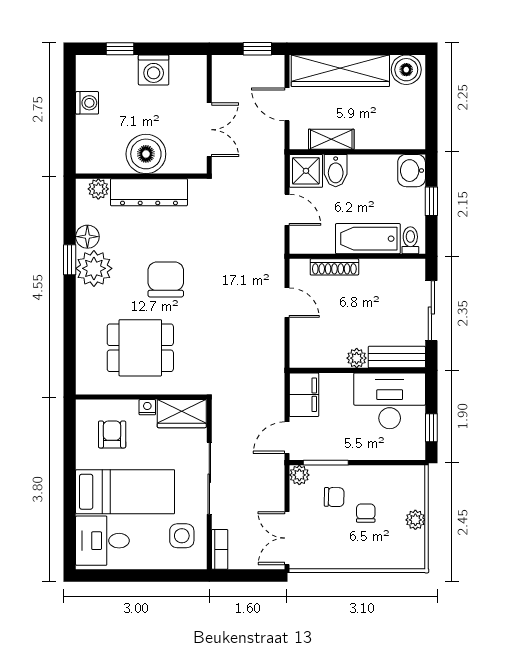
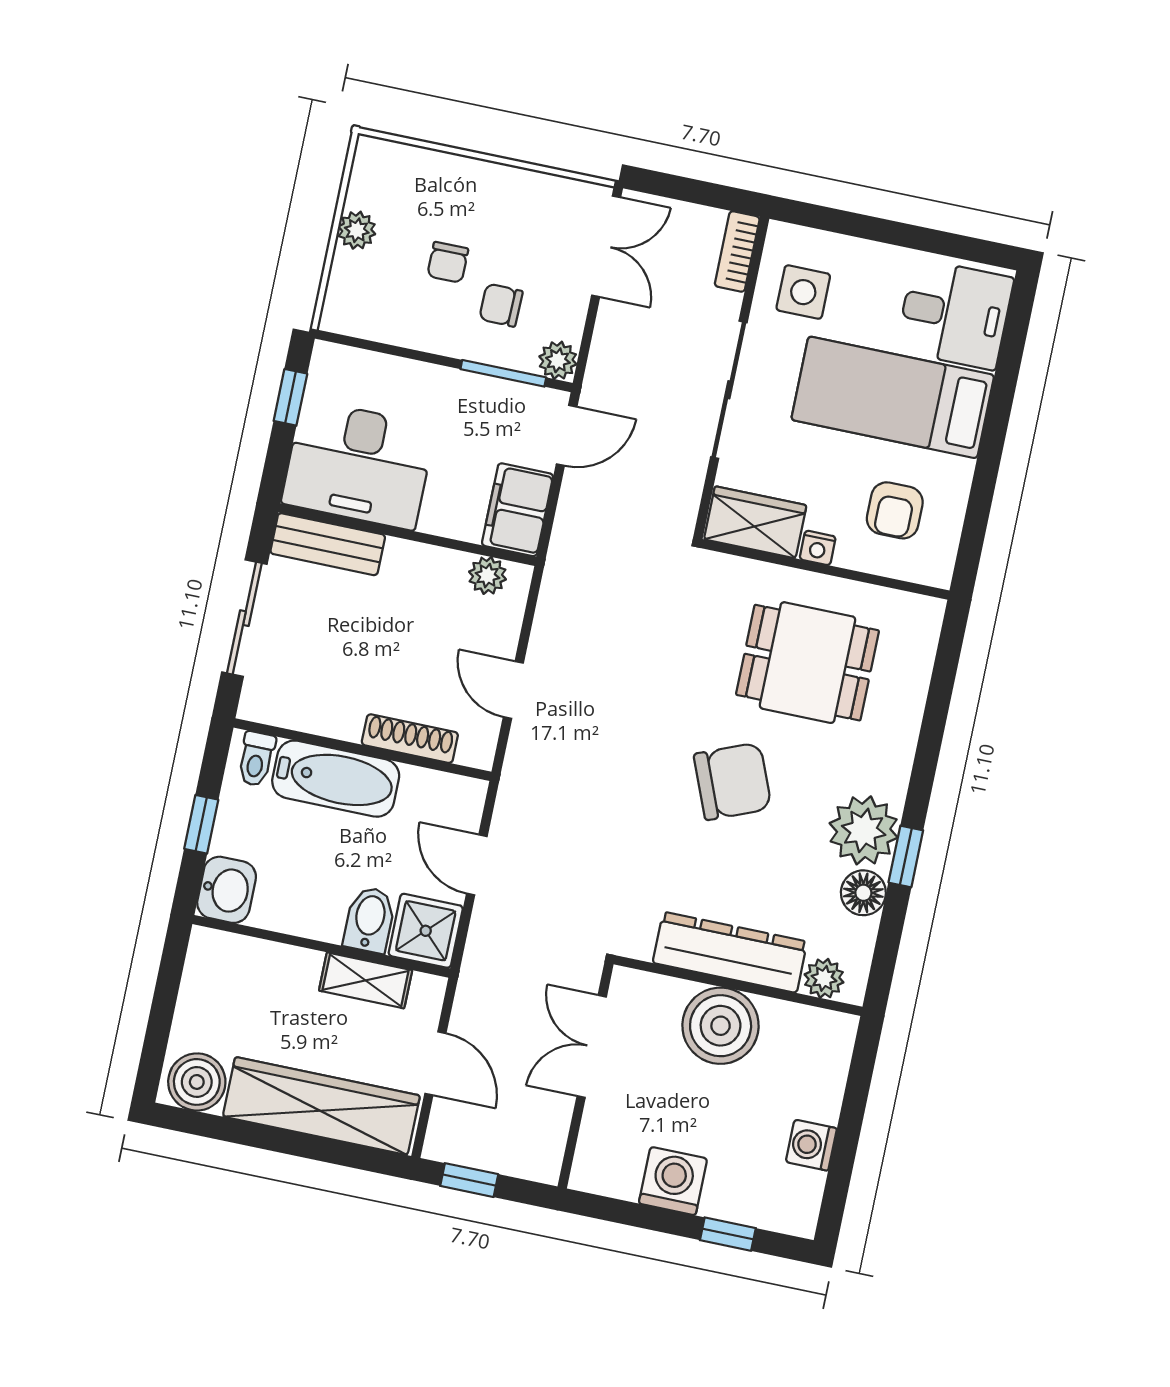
chair: (166, 279) -> (733, 781), turned -112
plant: (357, 358) -> (487, 576), moved

